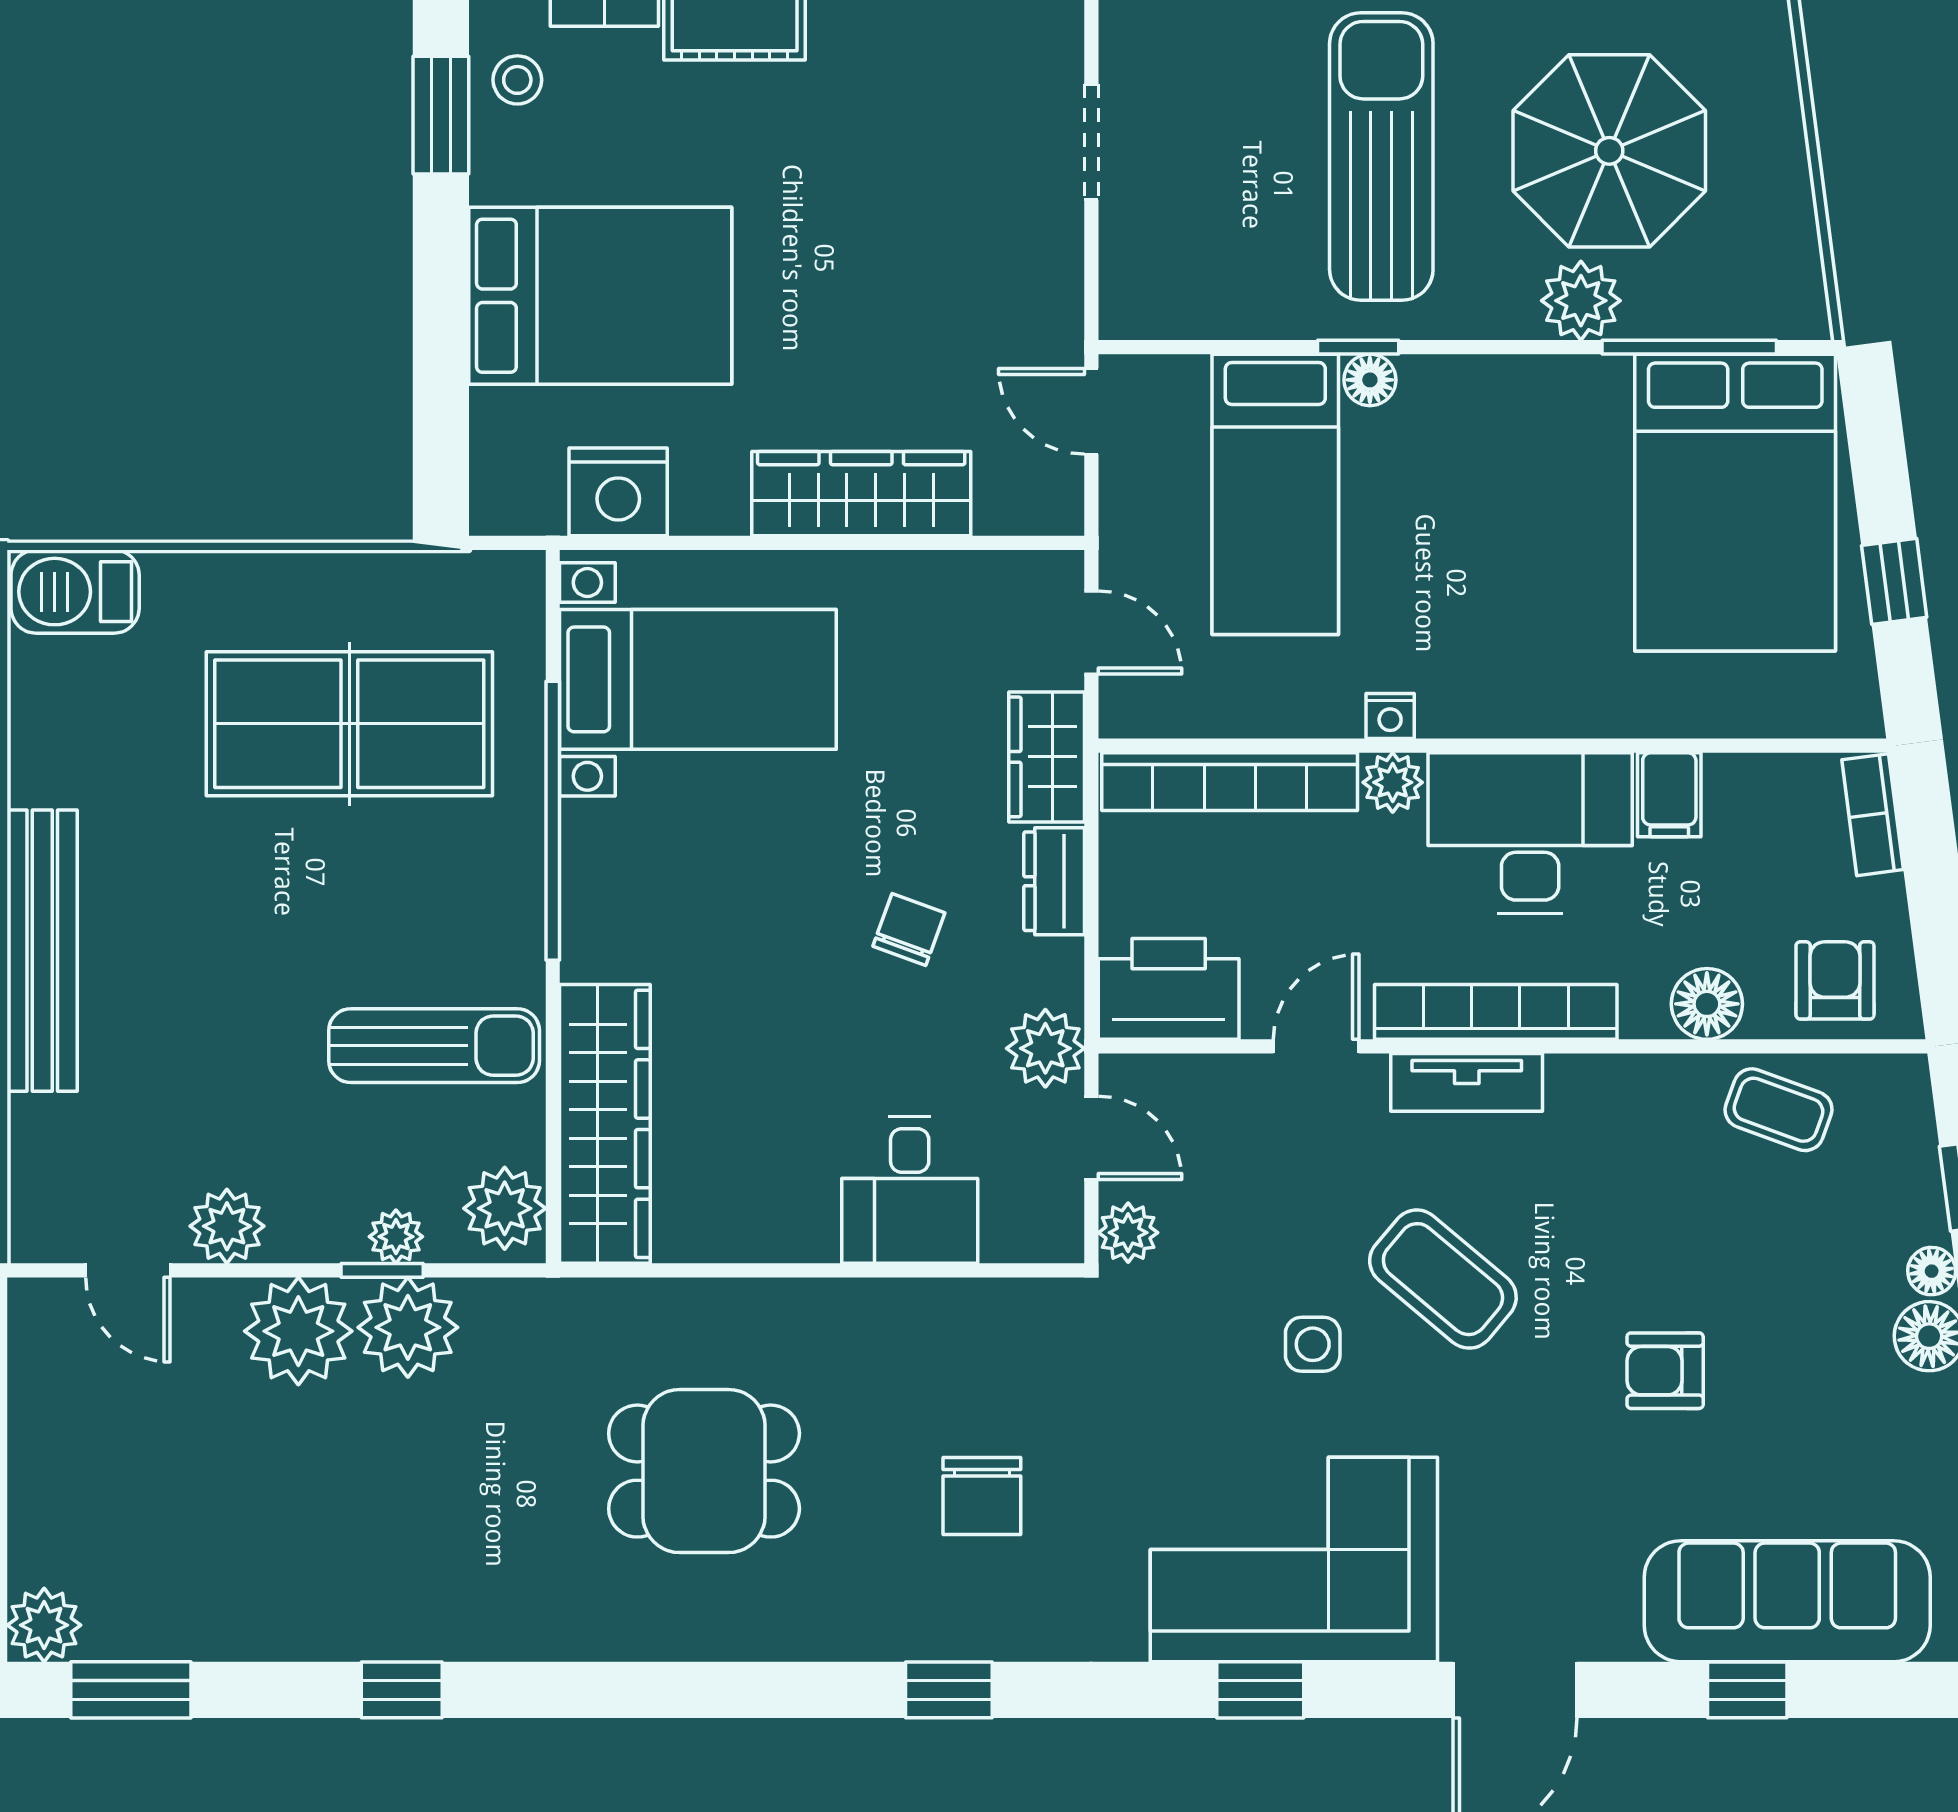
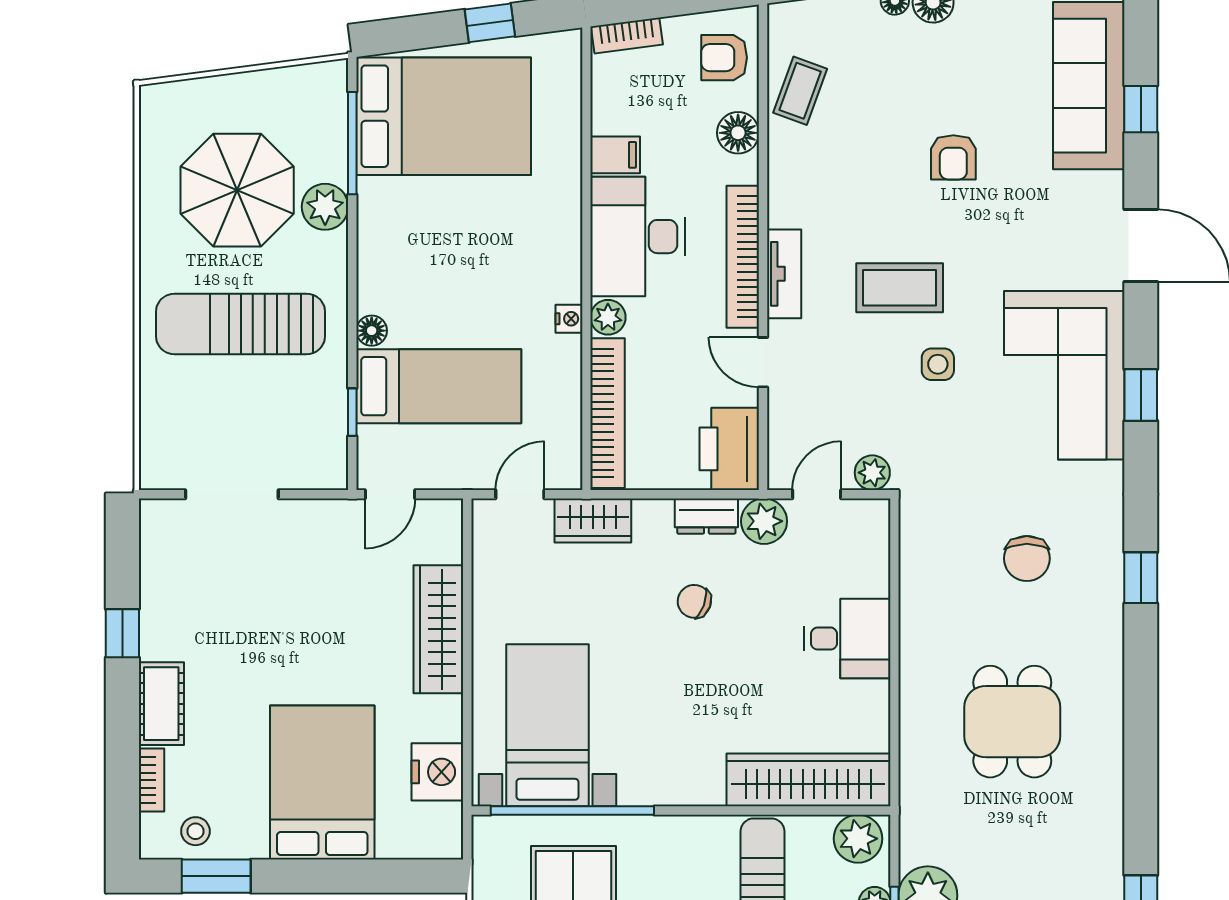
doorway: (1091, 142) -> (232, 494), width x1.38
window: (1358, 347) -> (352, 412), moved
window: (553, 821) -> (572, 810), moved
dresser: (1054, 881) -> (706, 516), moved
desk: (910, 1190) -> (847, 639), moved
coffee table: (1443, 1279) -> (900, 288), turned 50
chair: (982, 1496) -> (1027, 558), turned 90

